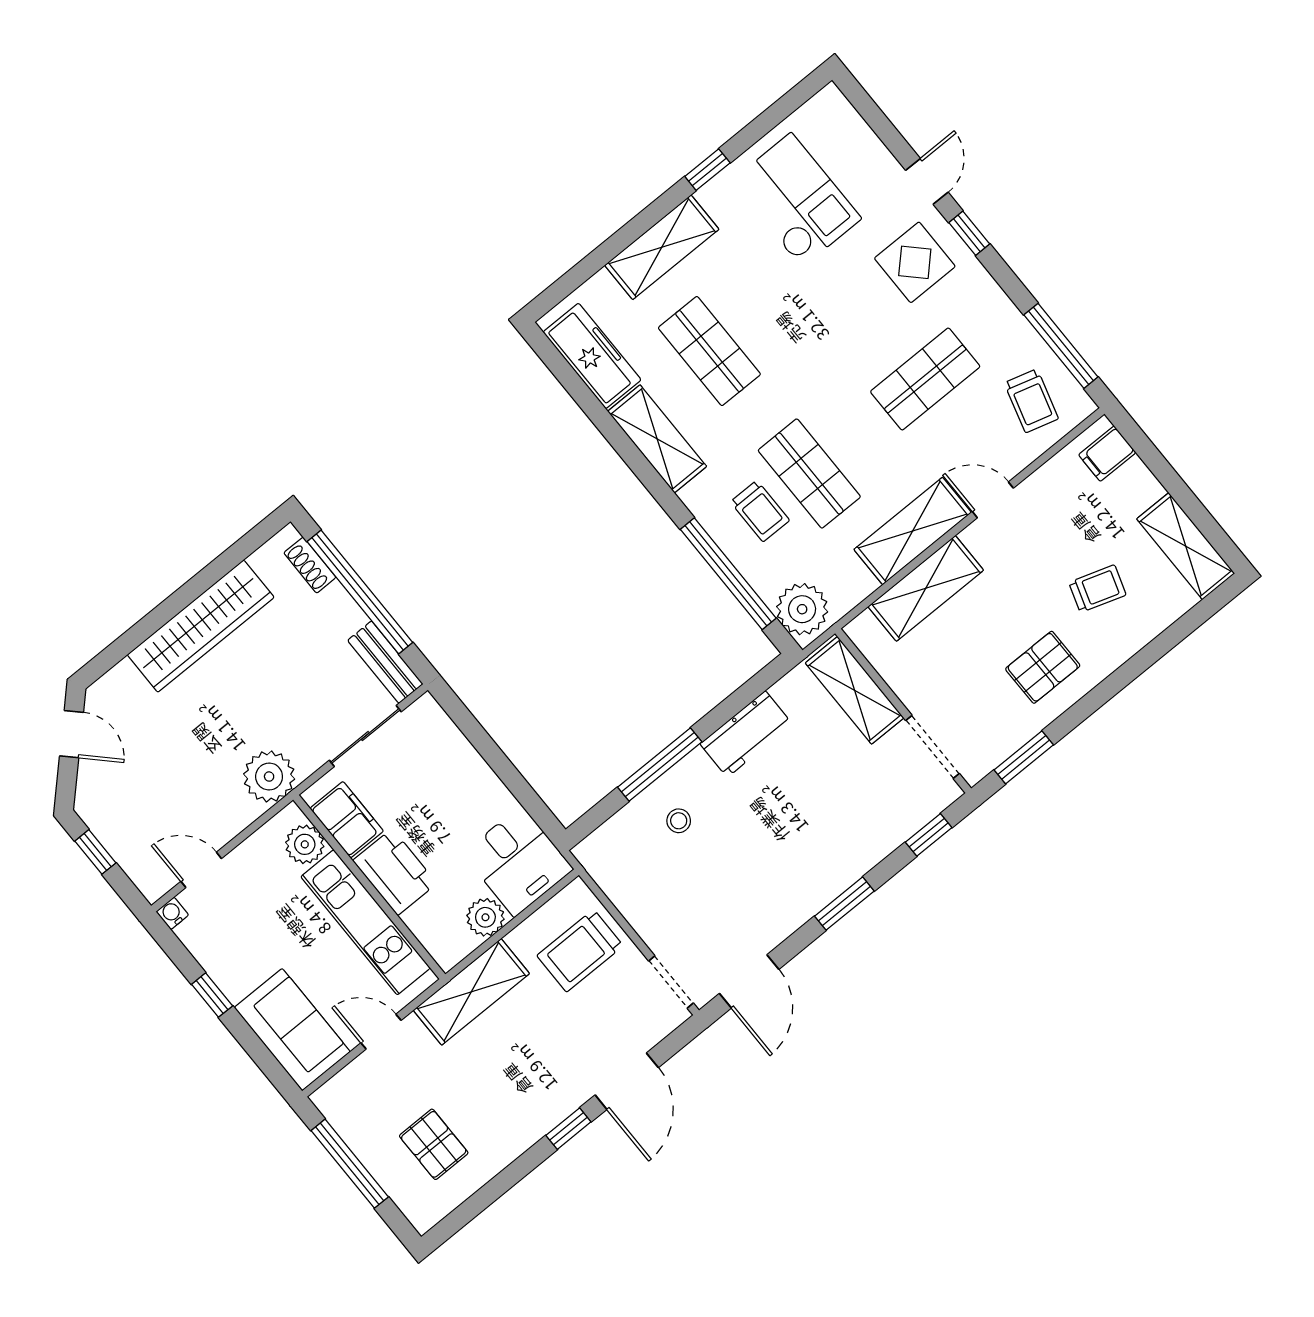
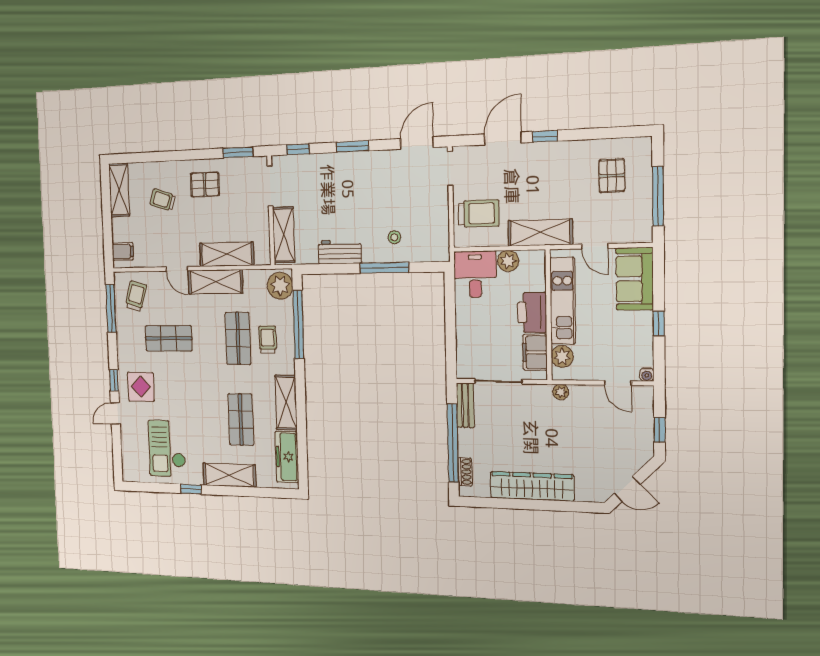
door: (72, 734) -> (627, 489), swing flipped
plant: (269, 777) -> (561, 392), width x0.53, depth x0.53

